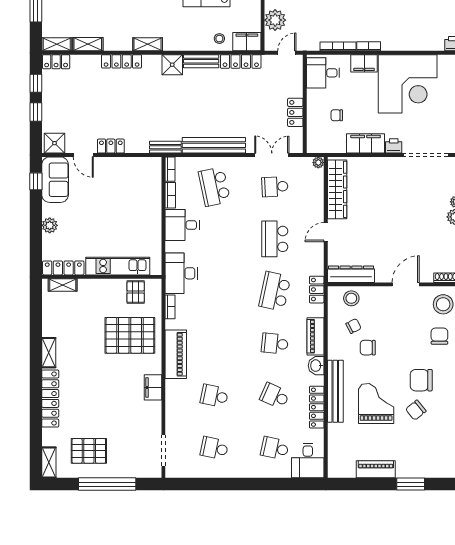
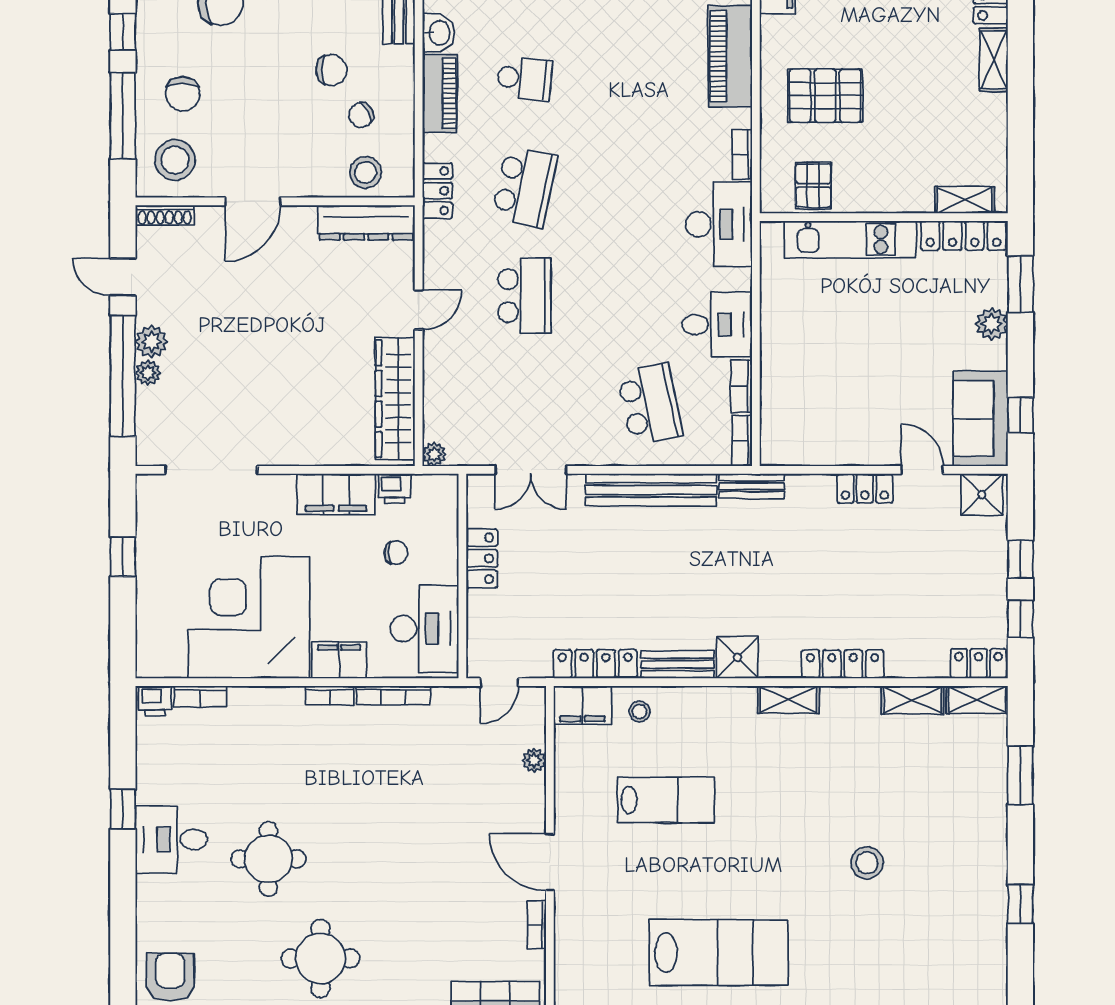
plant: (275, 20) -> (534, 760), width x0.53, depth x0.53
bookcase: (431, 46) -> (200, 696), added
desk: (323, 73) -> (424, 629), width x1.37
printer: (394, 146) -> (394, 489), moved
school desk: (275, 187) -> (524, 404), removed
window: (36, 244) -> (1020, 284), added
pallet: (130, 335) -> (825, 96), width x0.73, depth x0.71

